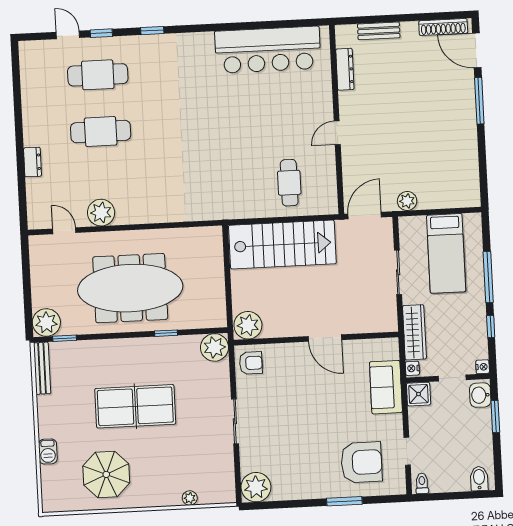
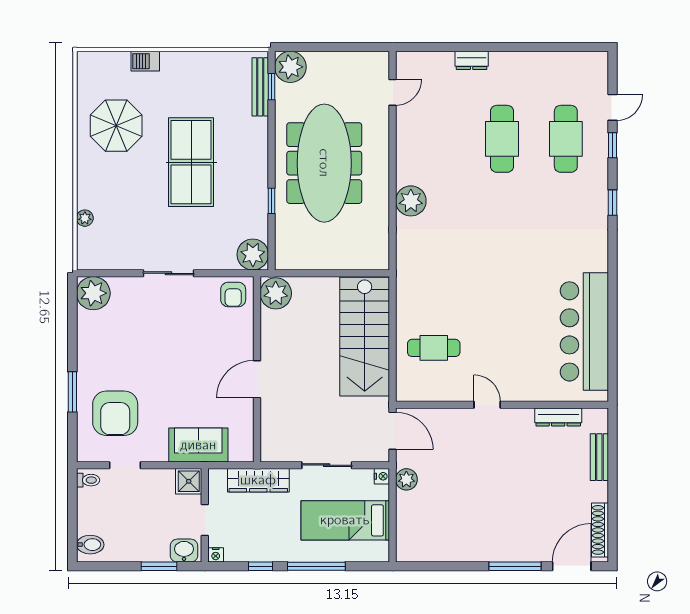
plant: (101, 213) -> (411, 201), moved
bench: (42, 368) -> (260, 87), moved, turned 90
nightstand: (412, 368) -> (382, 476), moved, turned 90

